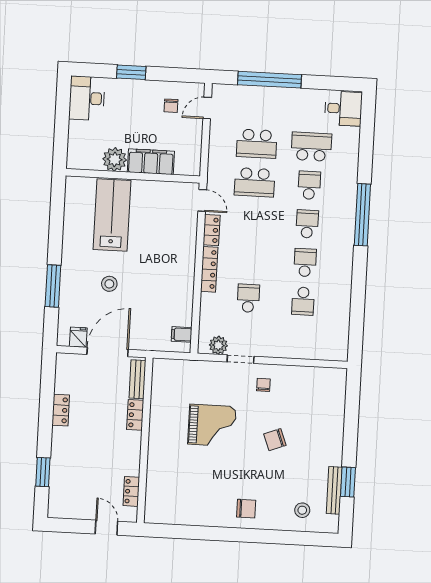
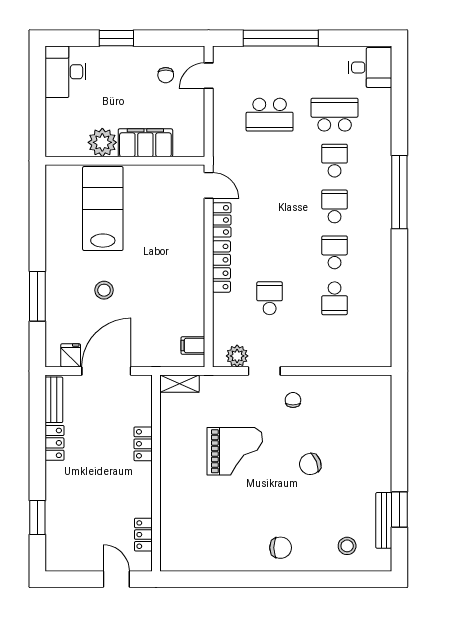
school desk: (255, 182) -> (270, 161), removed
shelving: (169, 366) -> (180, 384), added
bench: (137, 379) -> (54, 400), moved

